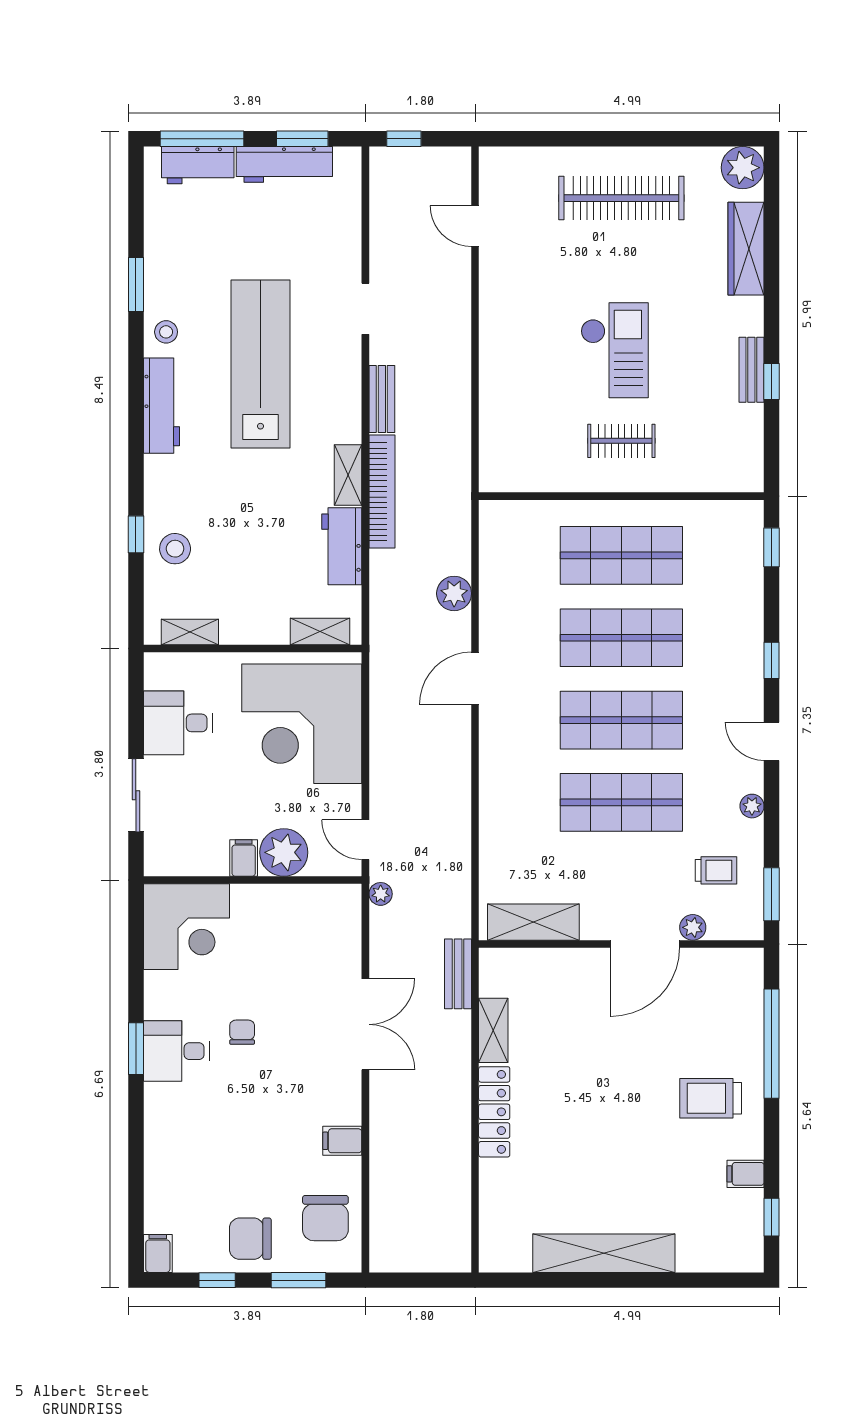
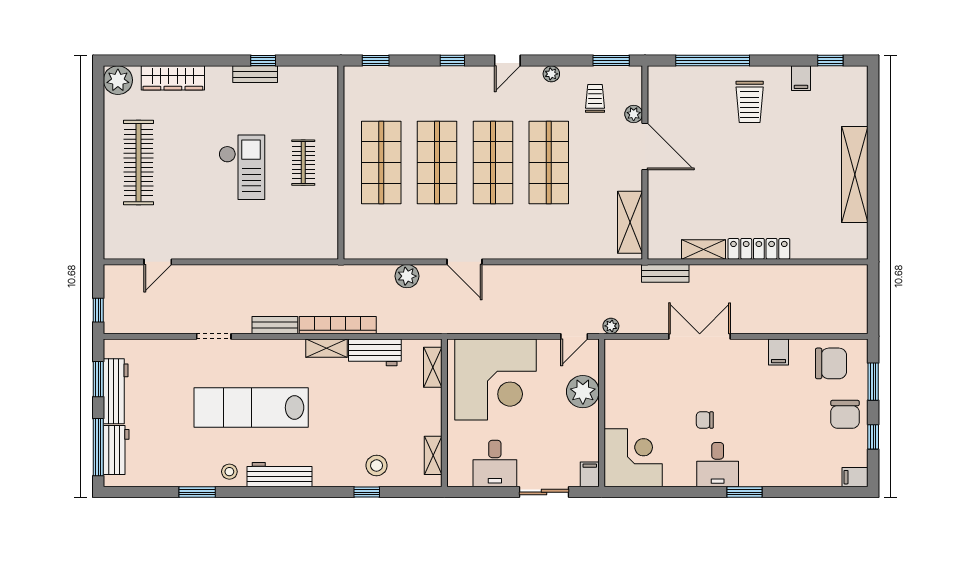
checkout: (614, 350) -> (242, 167), turned 90
filing cabinet: (244, 858) -> (590, 474), moved, turned 90
window: (136, 1049) -> (745, 492), moved

